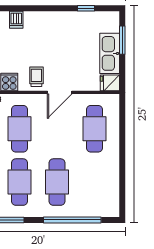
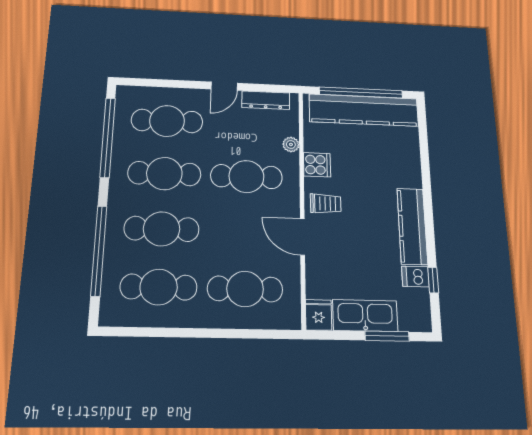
dishwasher: (16, 20) -> (415, 277), moved
kitchen counter: (50, 20) -> (412, 226), added
cafe table: (94, 182) -> (159, 287), added

